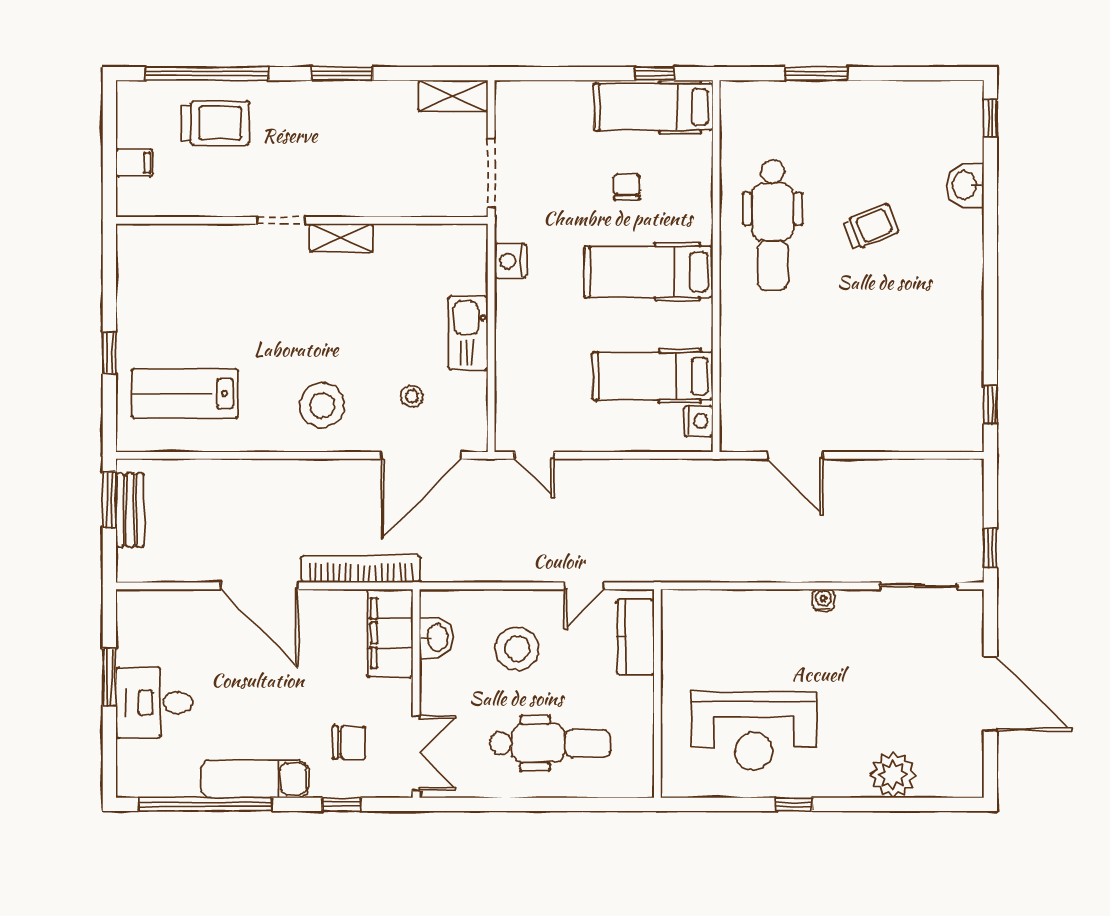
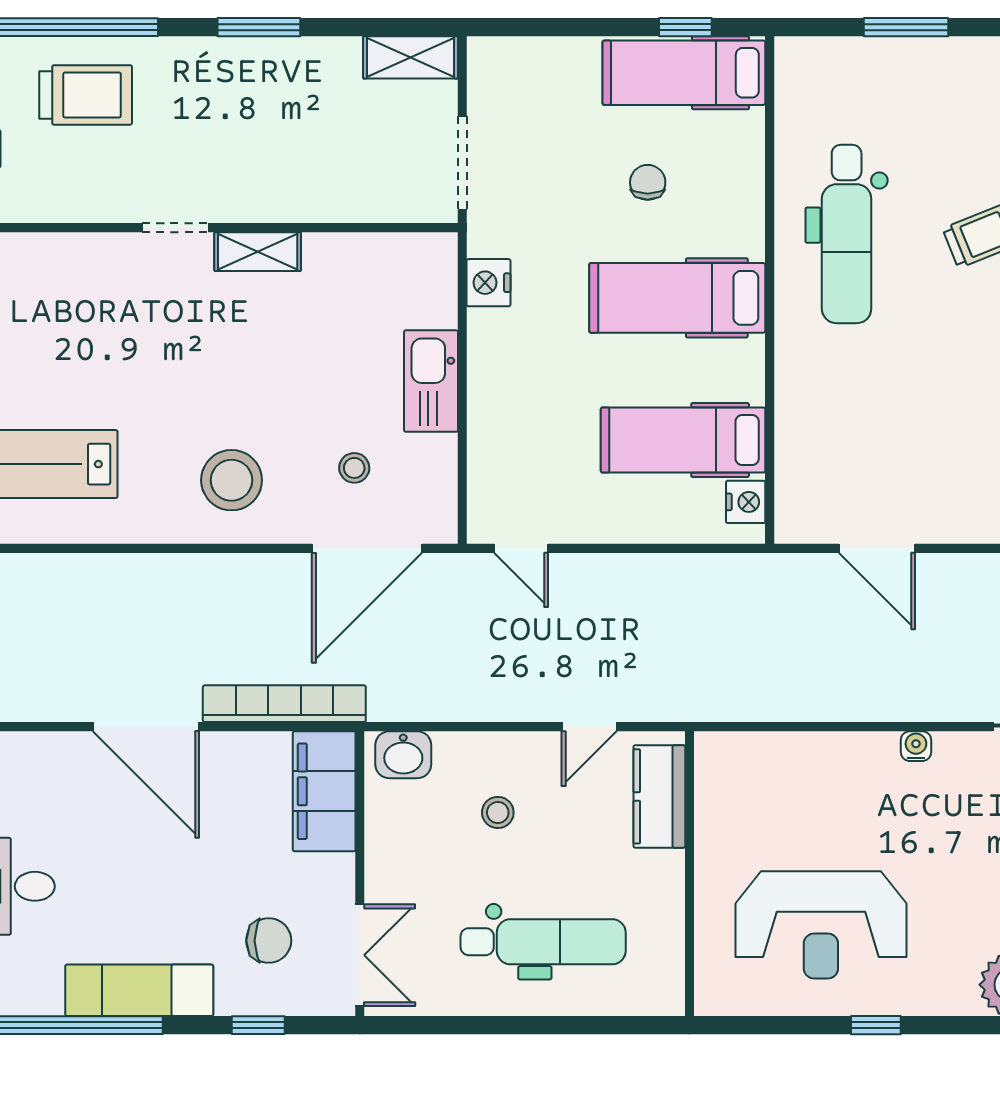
washbasin: (437, 638) -> (403, 755), moved, turned 90
stool: (517, 649) -> (498, 812), width x0.53, depth x0.53

